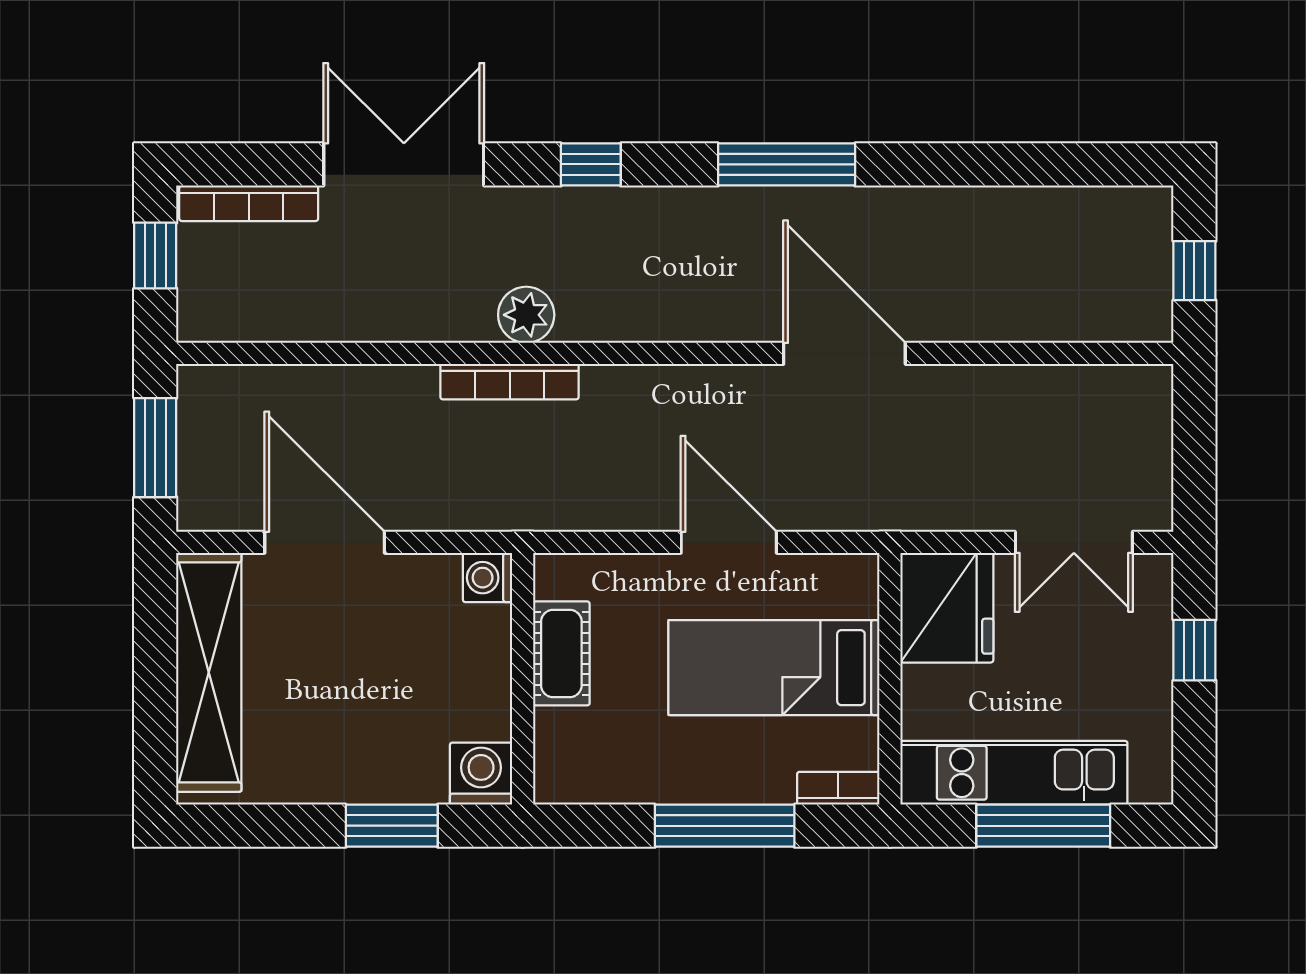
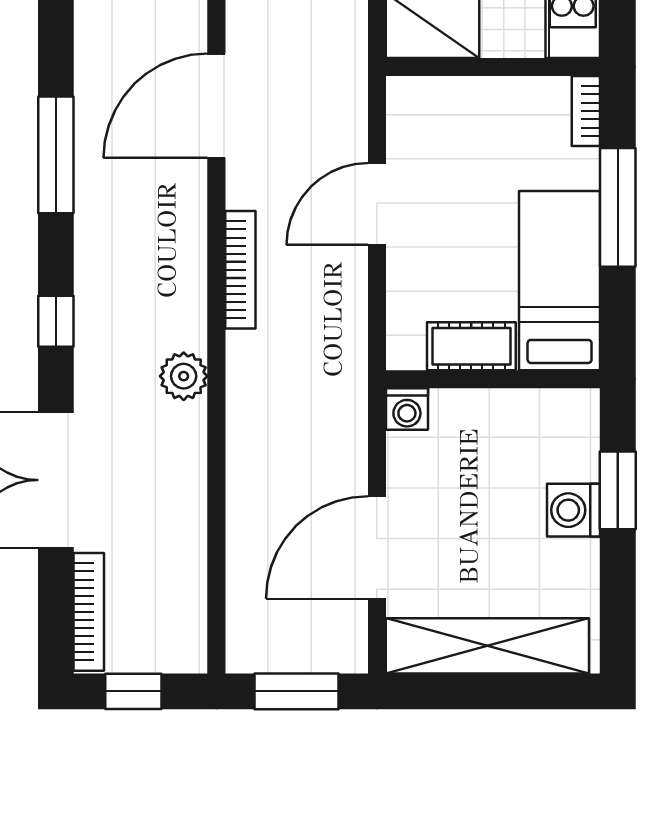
bookcase: (510, 382) -> (240, 270), moved
bed: (774, 668) -> (560, 281), moved, turned 180
washing machine: (481, 774) -> (574, 510), moved

